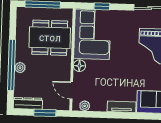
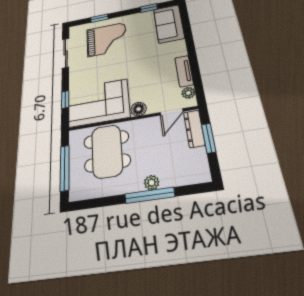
window: (11, 65) -> (150, 195), width x0.68
dresser: (28, 103) -> (194, 129), moved
tv unit: (122, 107) -> (184, 71), moved

